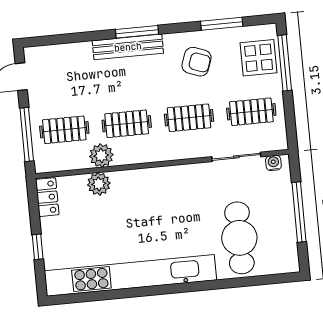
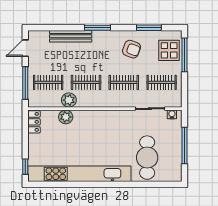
bench: (128, 47) -> (71, 36), moved
window: (38, 247) -> (25, 167), moved

